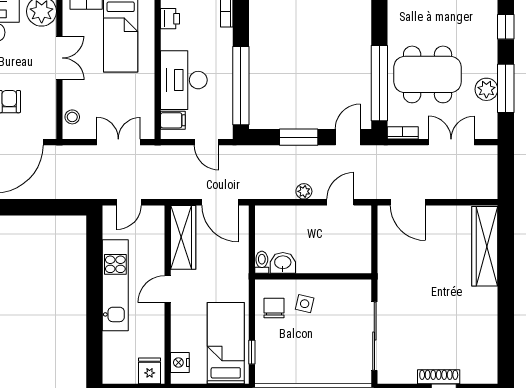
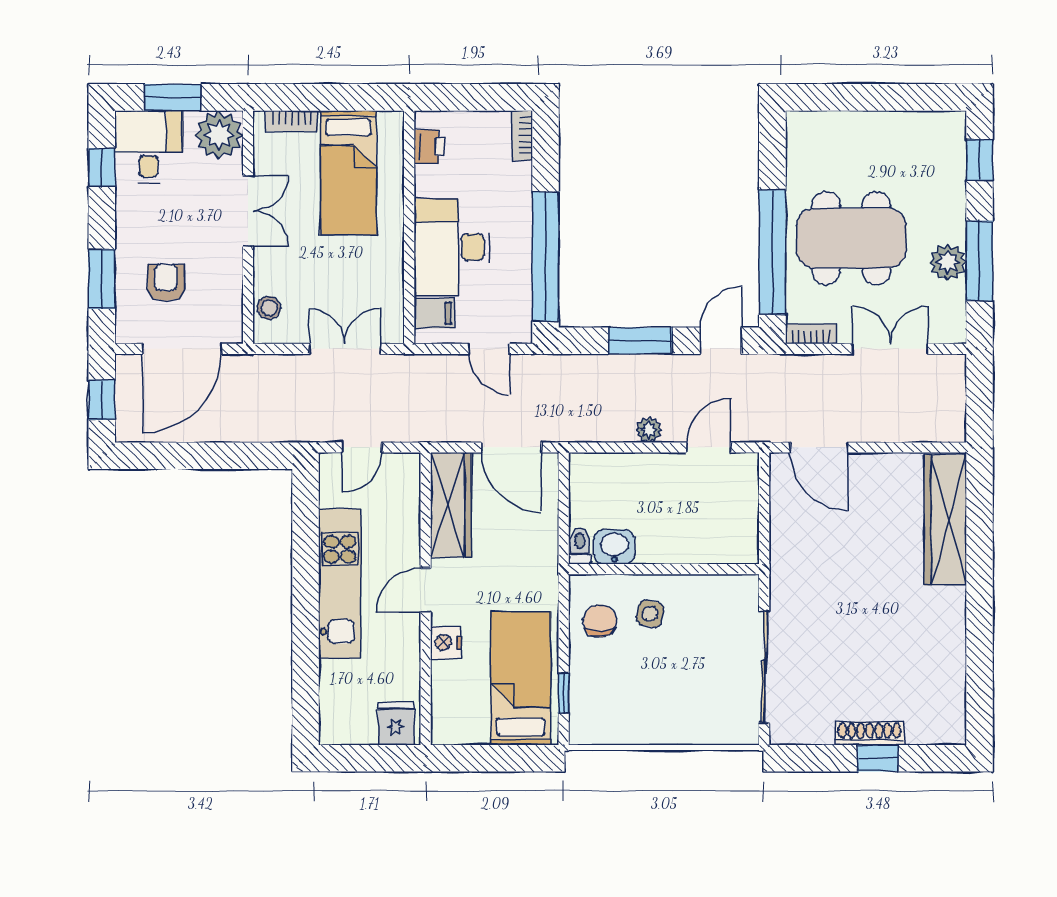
nightstand: (180, 363) -> (446, 642), moved

